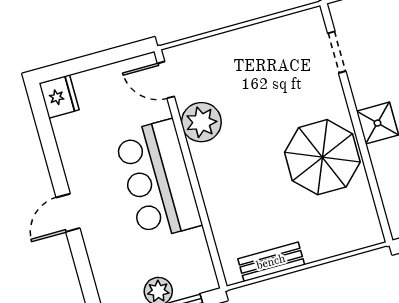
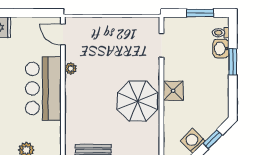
plant: (201, 122) -> (71, 69), width x0.53, depth x0.53

